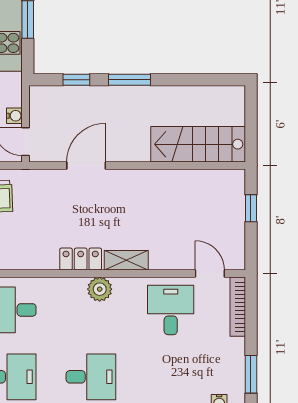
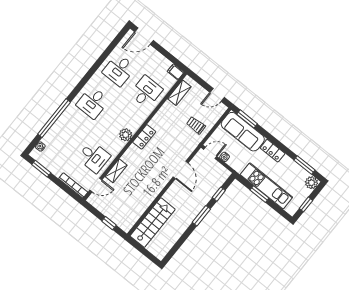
shelving: (126, 260) -> (116, 171), moved

